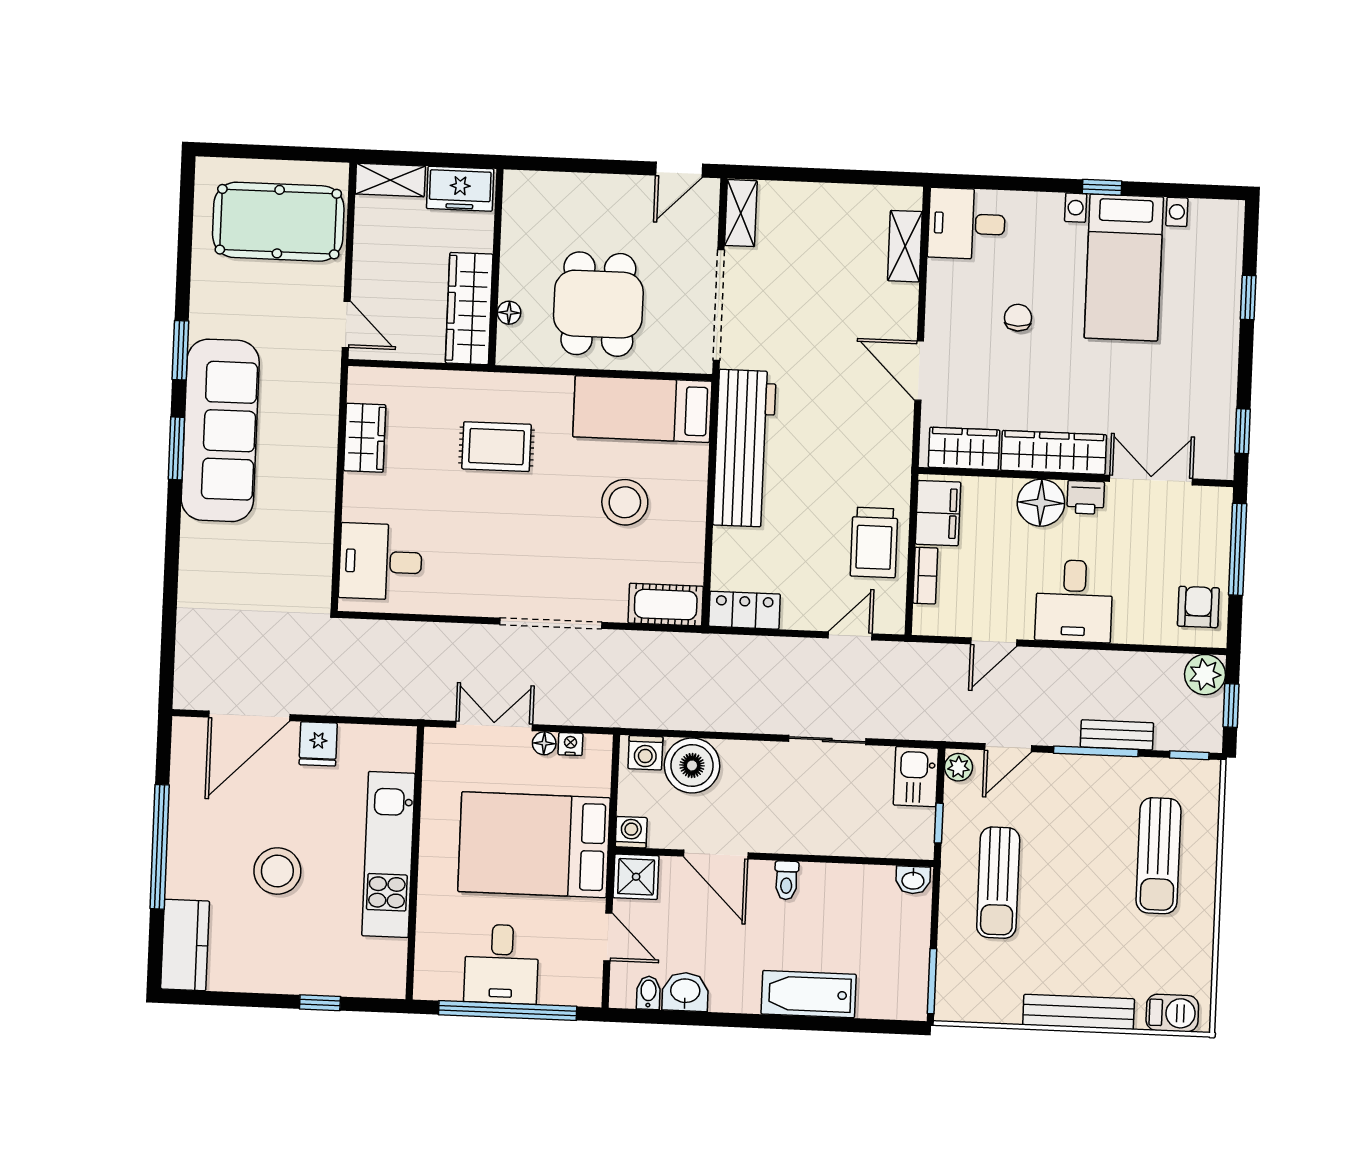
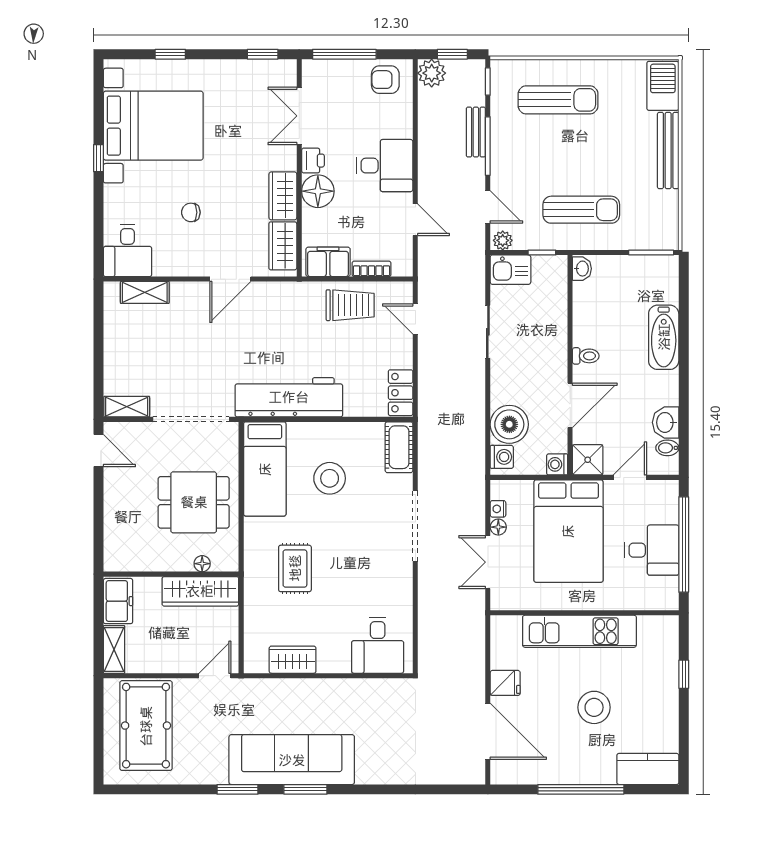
bed with nightstands: (1124, 267) -> (153, 126), width x1.36
wardrobe: (1054, 453) -> (283, 196), width x0.67
barbecue: (1172, 1013) -> (663, 86), width x1.38, depth x1.27

